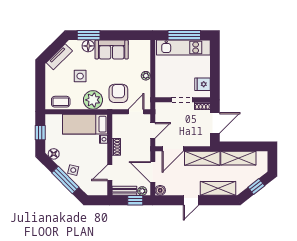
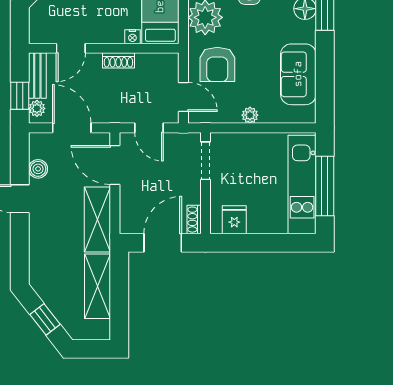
sofa: (112, 50) -> (298, 74), moved
armchair: (118, 93) -> (217, 64), turned 90
doorway: (182, 100) -> (205, 161), moved
door: (215, 123) -> (163, 243), swing flipped
door: (153, 172) -> (72, 128), hinge flipped
door: (110, 173) -> (71, 48), swing flipped
shelving: (218, 188) -> (42, 249), removed
boiler: (160, 190) -> (38, 169), moved

